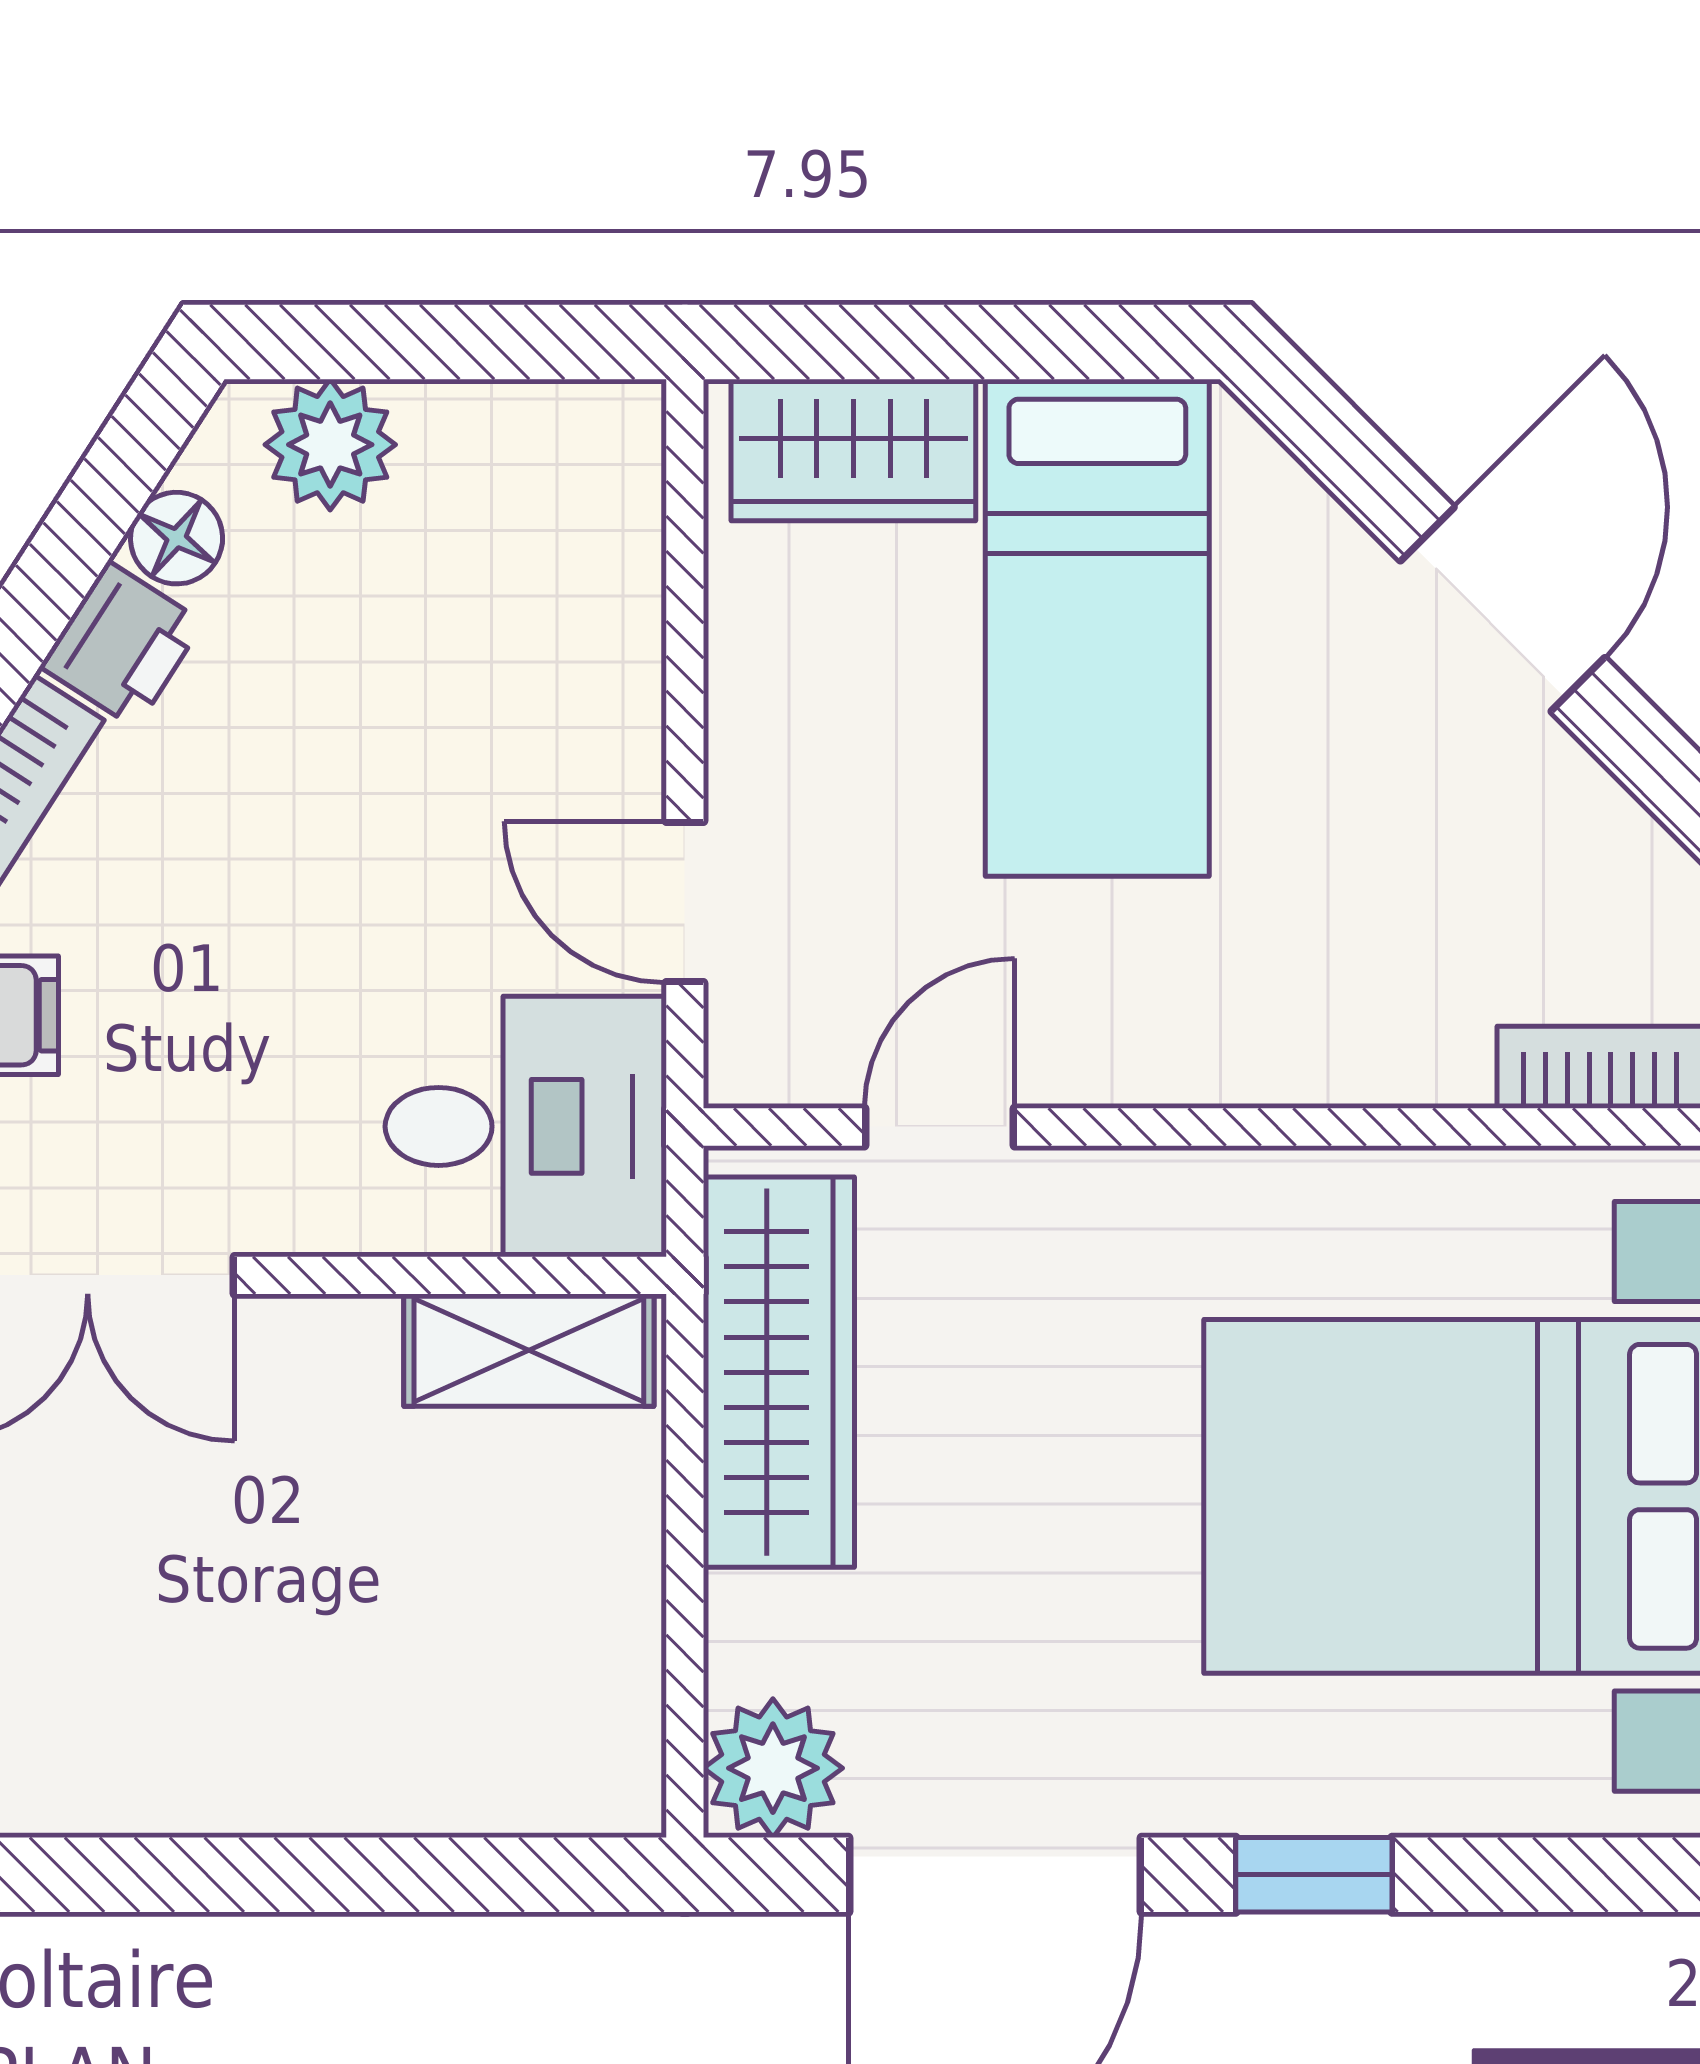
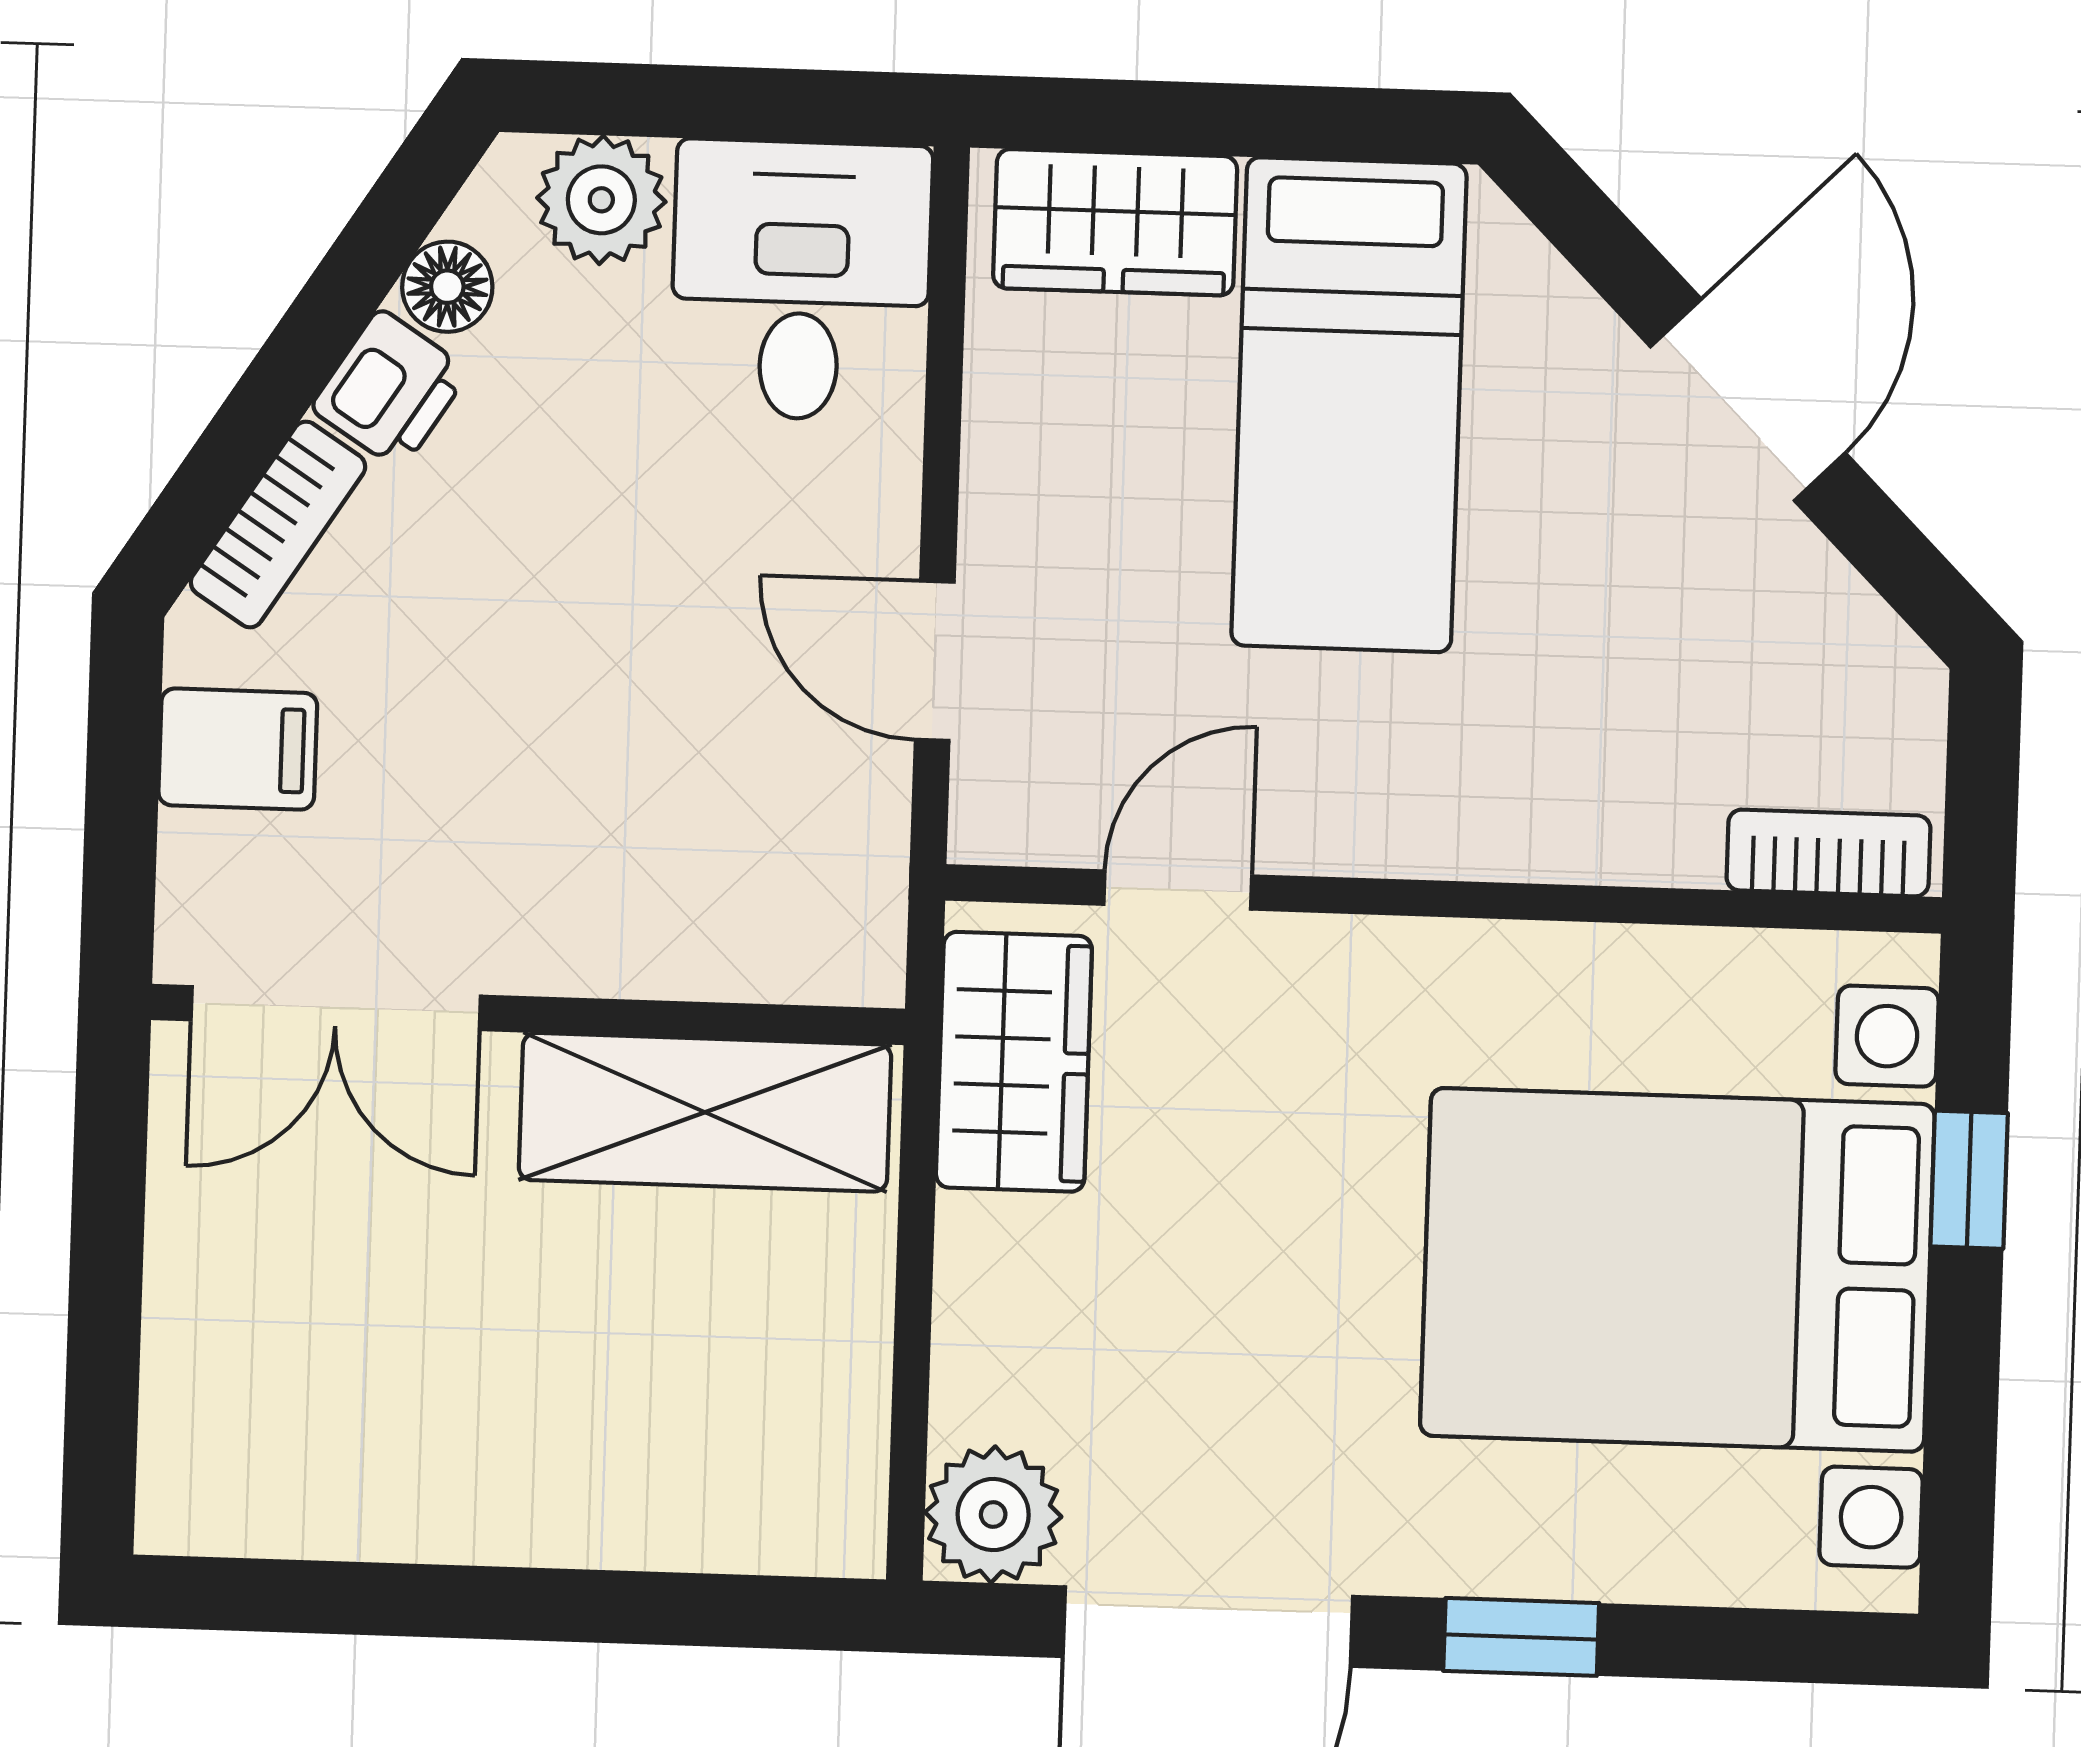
desk: (526, 1126) -> (801, 280), moved, turned -90
shelving: (529, 1350) -> (705, 1112), width x1.50, depth x1.33
wardrobe: (779, 1372) -> (1014, 1062), width x0.67

